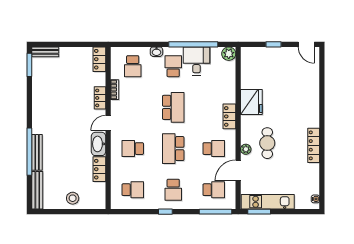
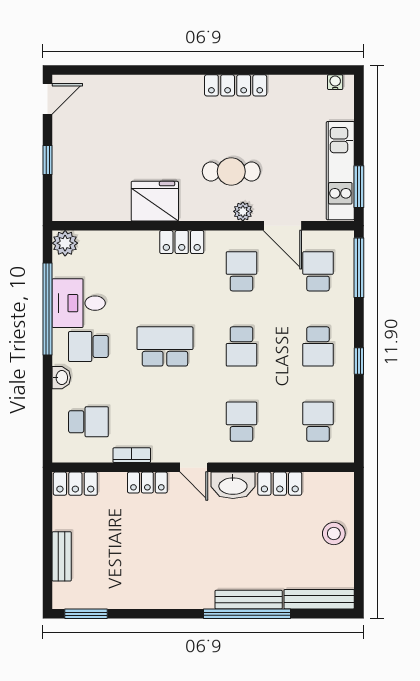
bench: (45, 52) -> (62, 556), moved
school desk: (133, 149) -> (241, 422), turned 180
school desk: (173, 149) -> (241, 346), width x0.54
school desk: (173, 190) -> (318, 346), turned 90

